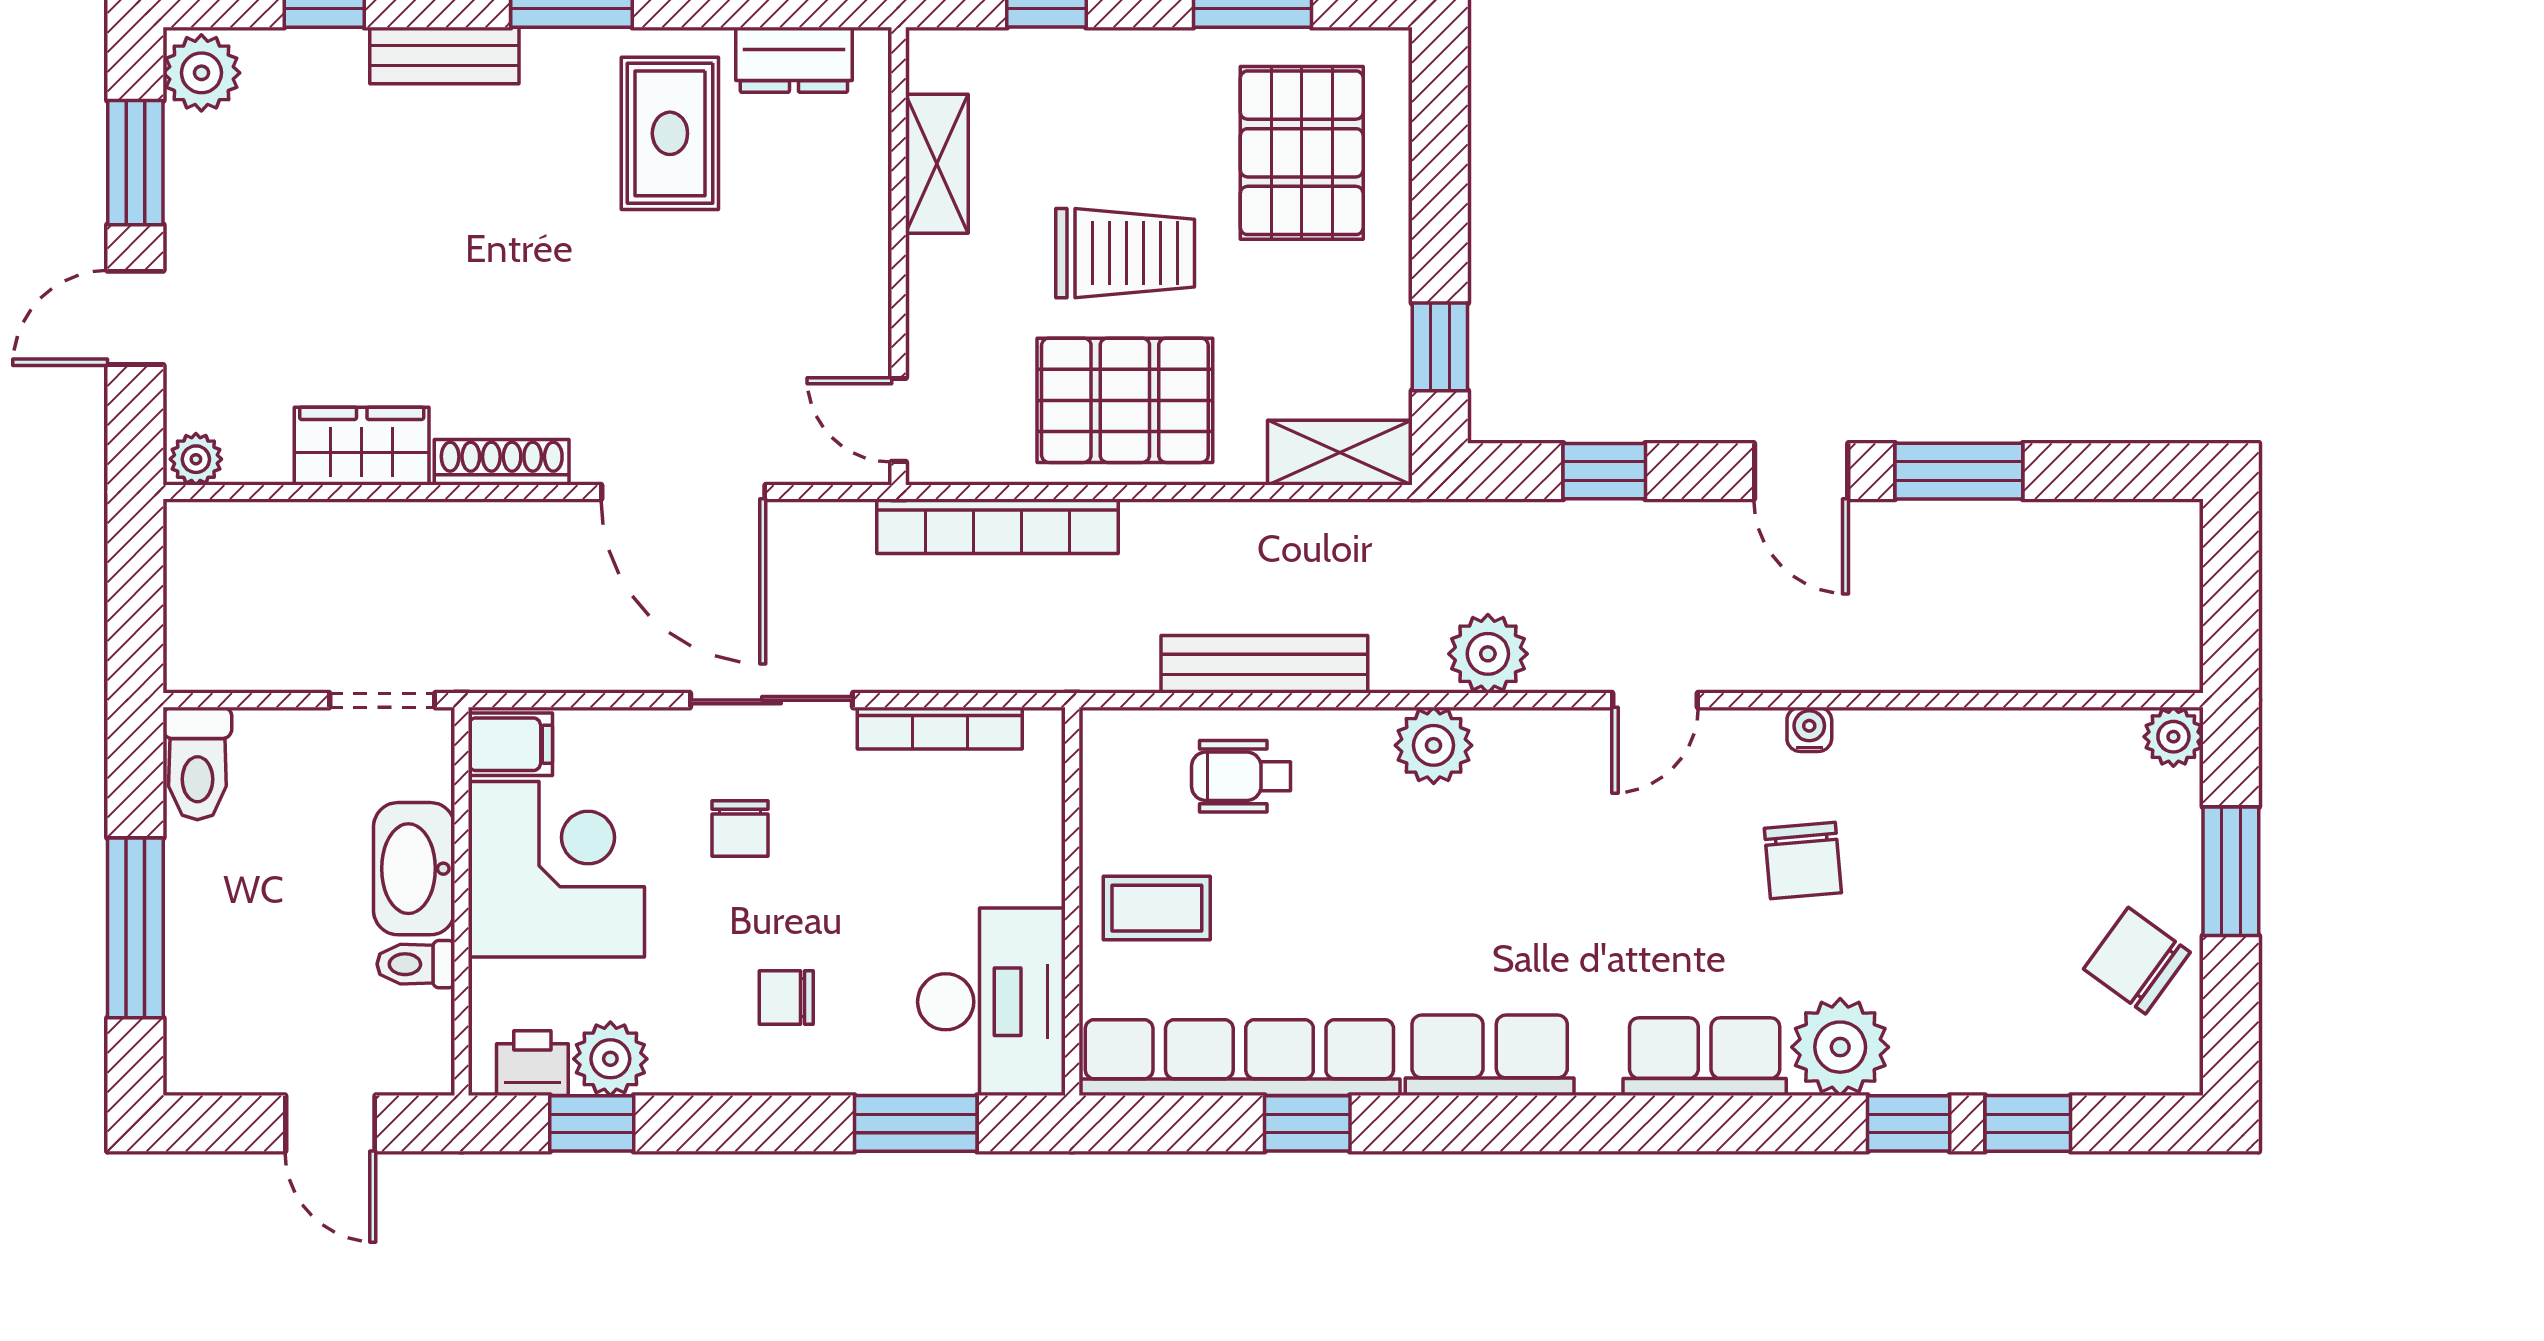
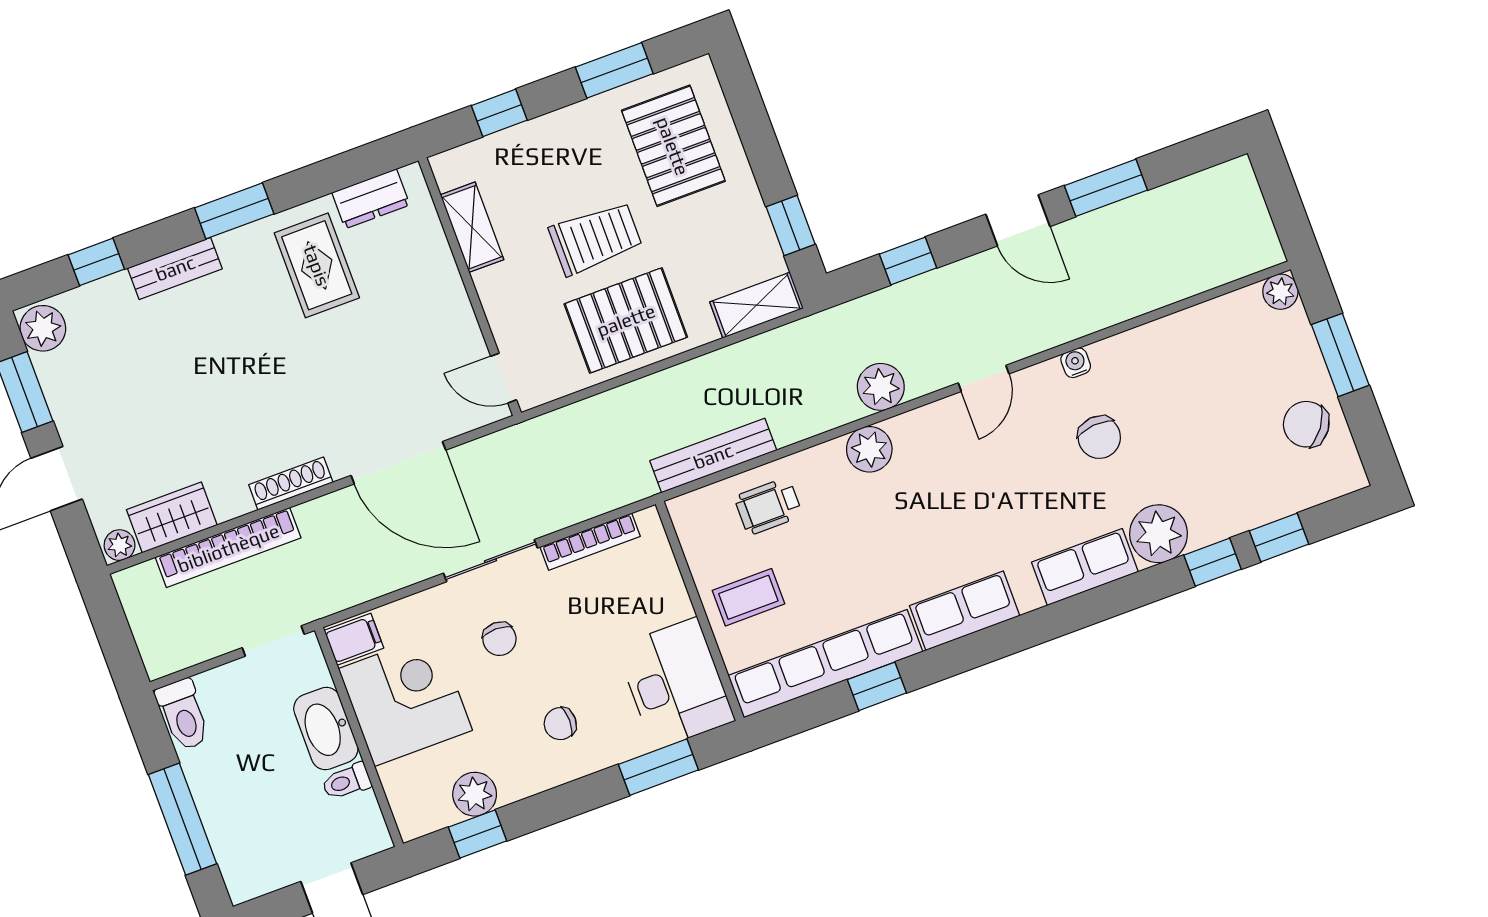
wardrobe: (362, 446) -> (172, 517), moved
bookcase: (998, 526) -> (228, 548), moved
bench: (1264, 664) -> (713, 456), moved
printer: (532, 1063) -> (432, 813), removed

